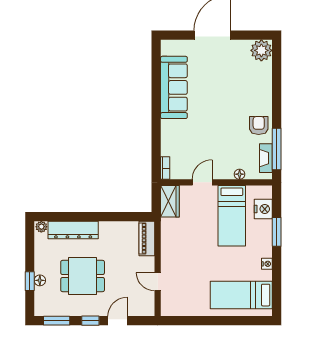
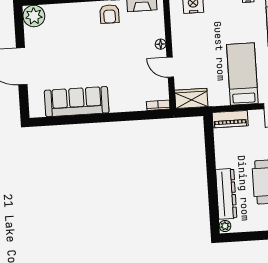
armchair: (259, 125) -> (109, 14), turned -90
floor lamp: (240, 174) -> (161, 44), moved
bed: (232, 216) -> (242, 74), moved, turned -90

